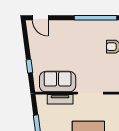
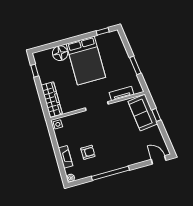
sofa: (58, 82) -> (143, 113), moved, turned 83

